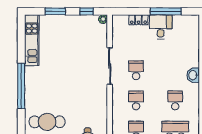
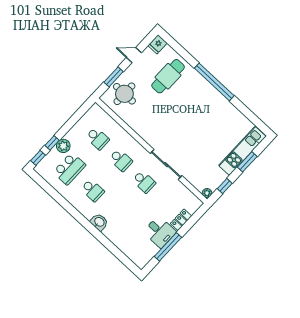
kitchen unit: (32, 40) -> (242, 151), moved, turned 90

